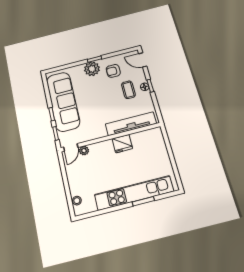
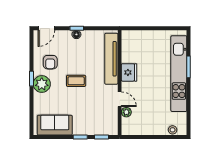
coffee table: (128, 90) -> (76, 81), moved
sofa: (63, 101) -> (55, 125), width x0.54, depth x0.79
door: (71, 147) -> (120, 99), moved

